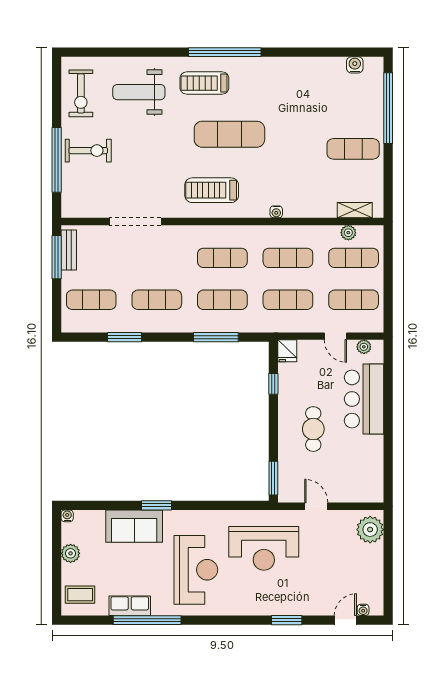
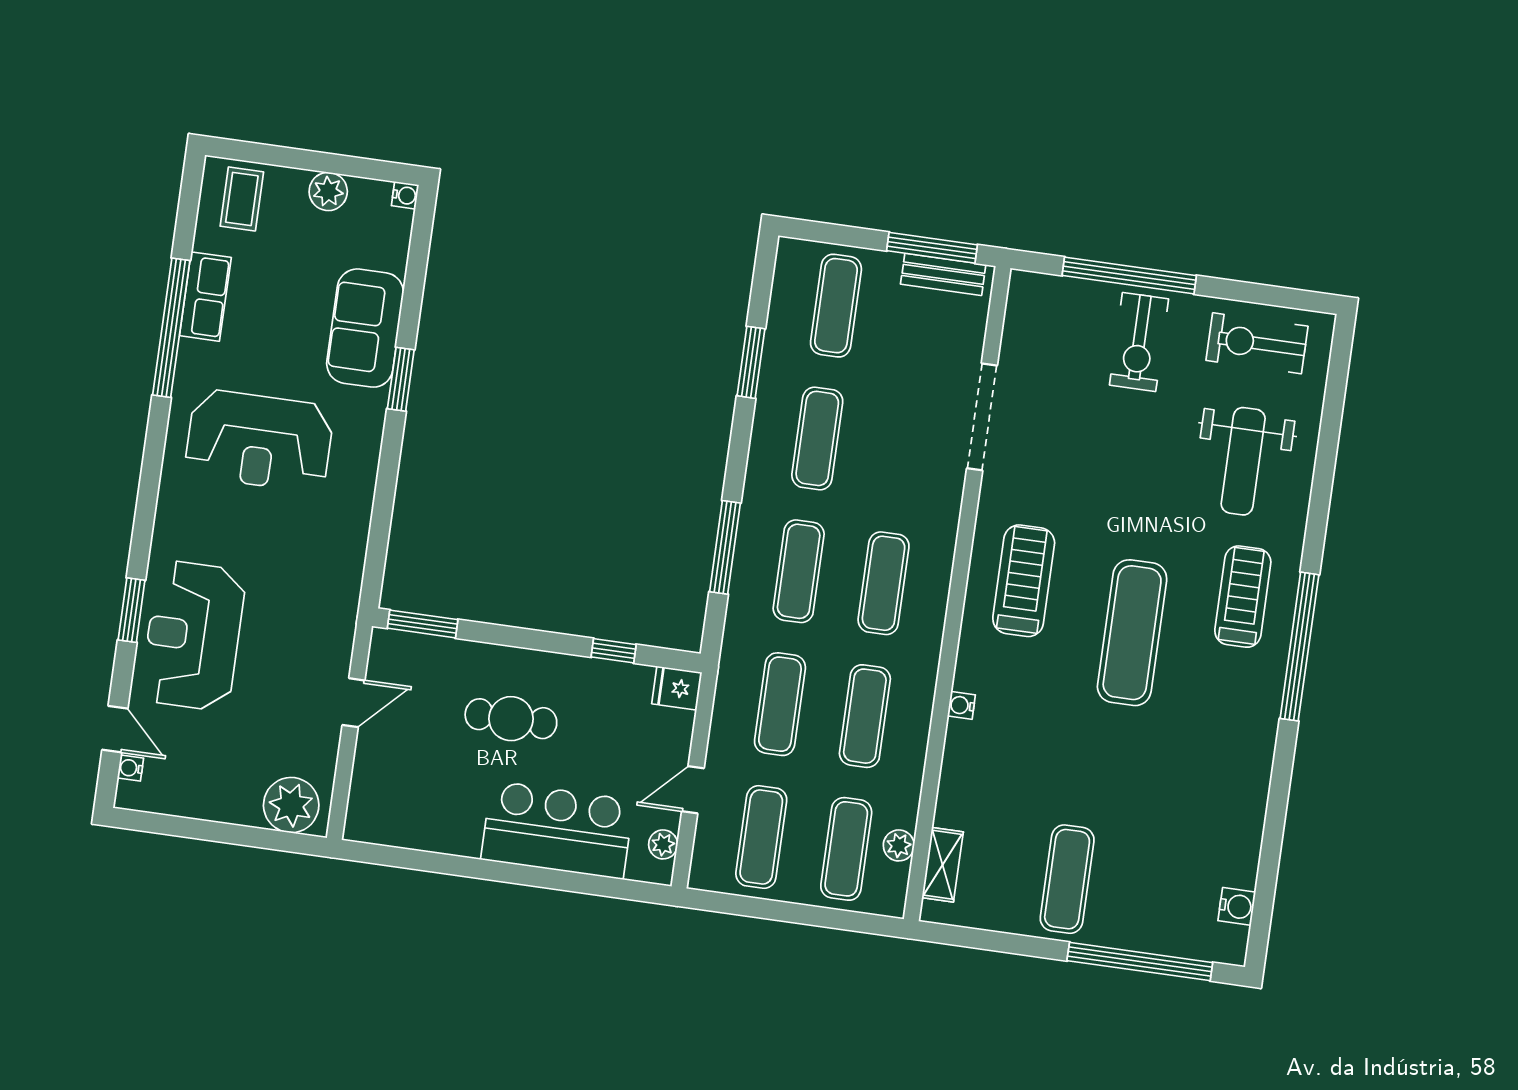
weight bench: (139, 92) -> (1243, 461), turned 180
reception desk: (264, 548) -> (193, 636), moved

